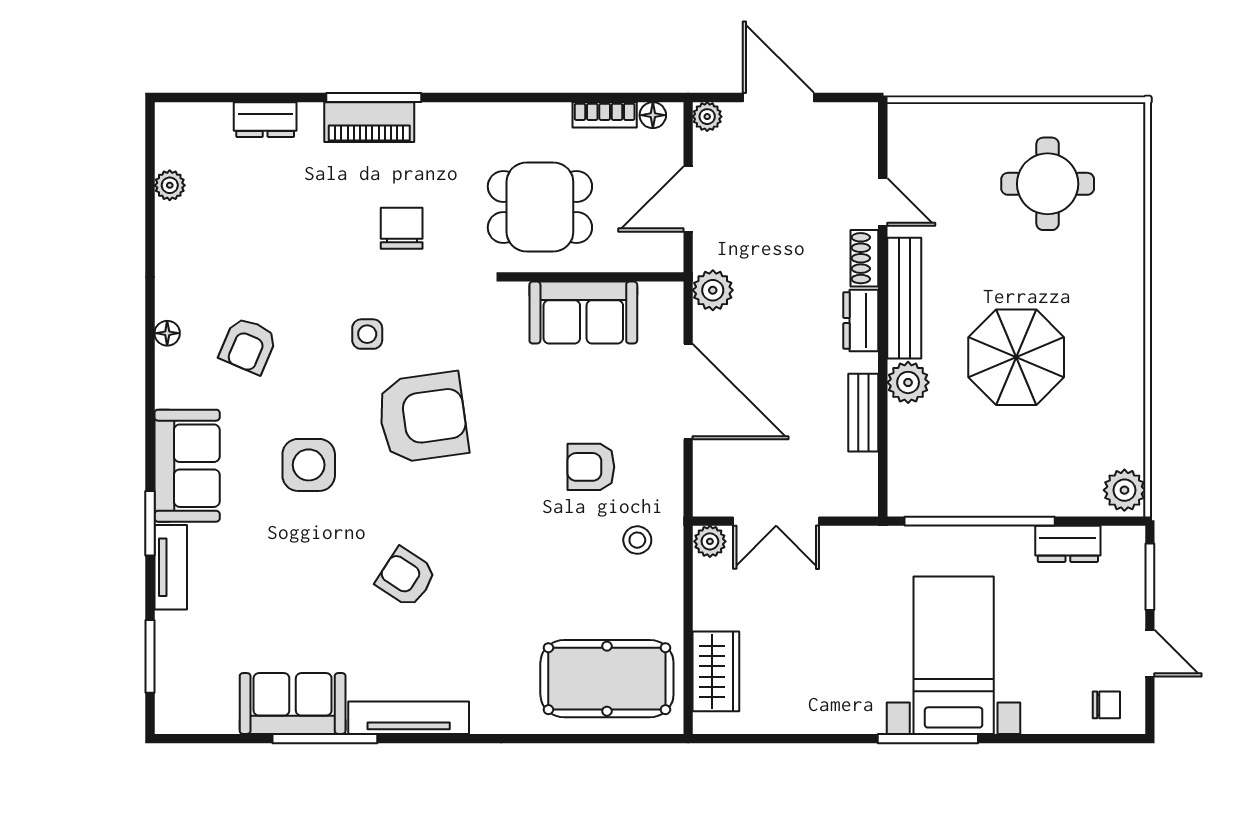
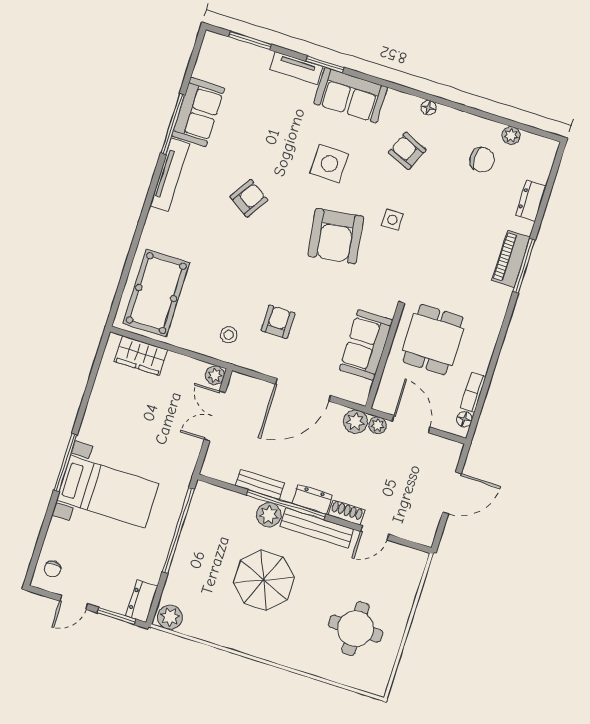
plant: (707, 117) -> (378, 425), moved
chair: (402, 228) -> (482, 160), moved
window: (883, 360) -> (286, 505), added
dresser: (1068, 544) -> (142, 601), moved

